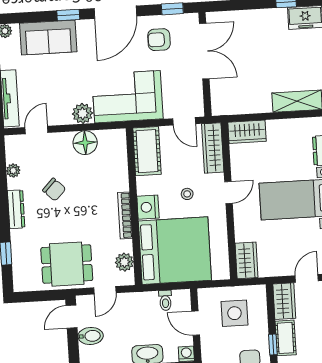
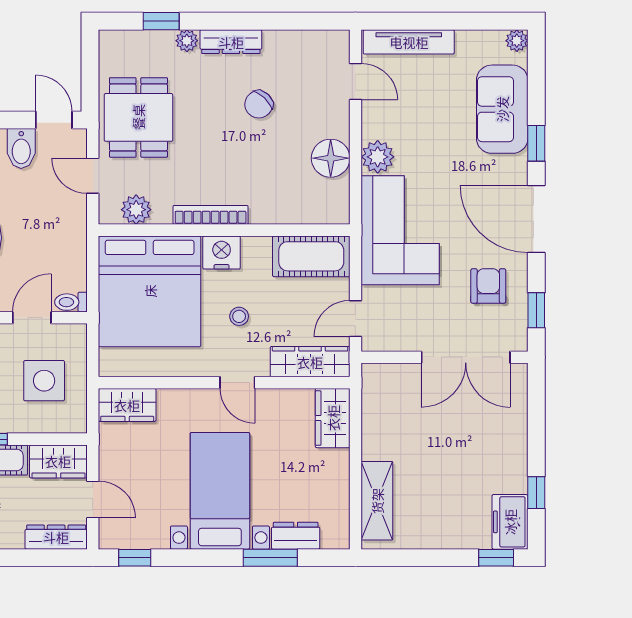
plant: (13, 171) -> (187, 41), moved
toilet: (165, 300) -> (71, 302), moved

